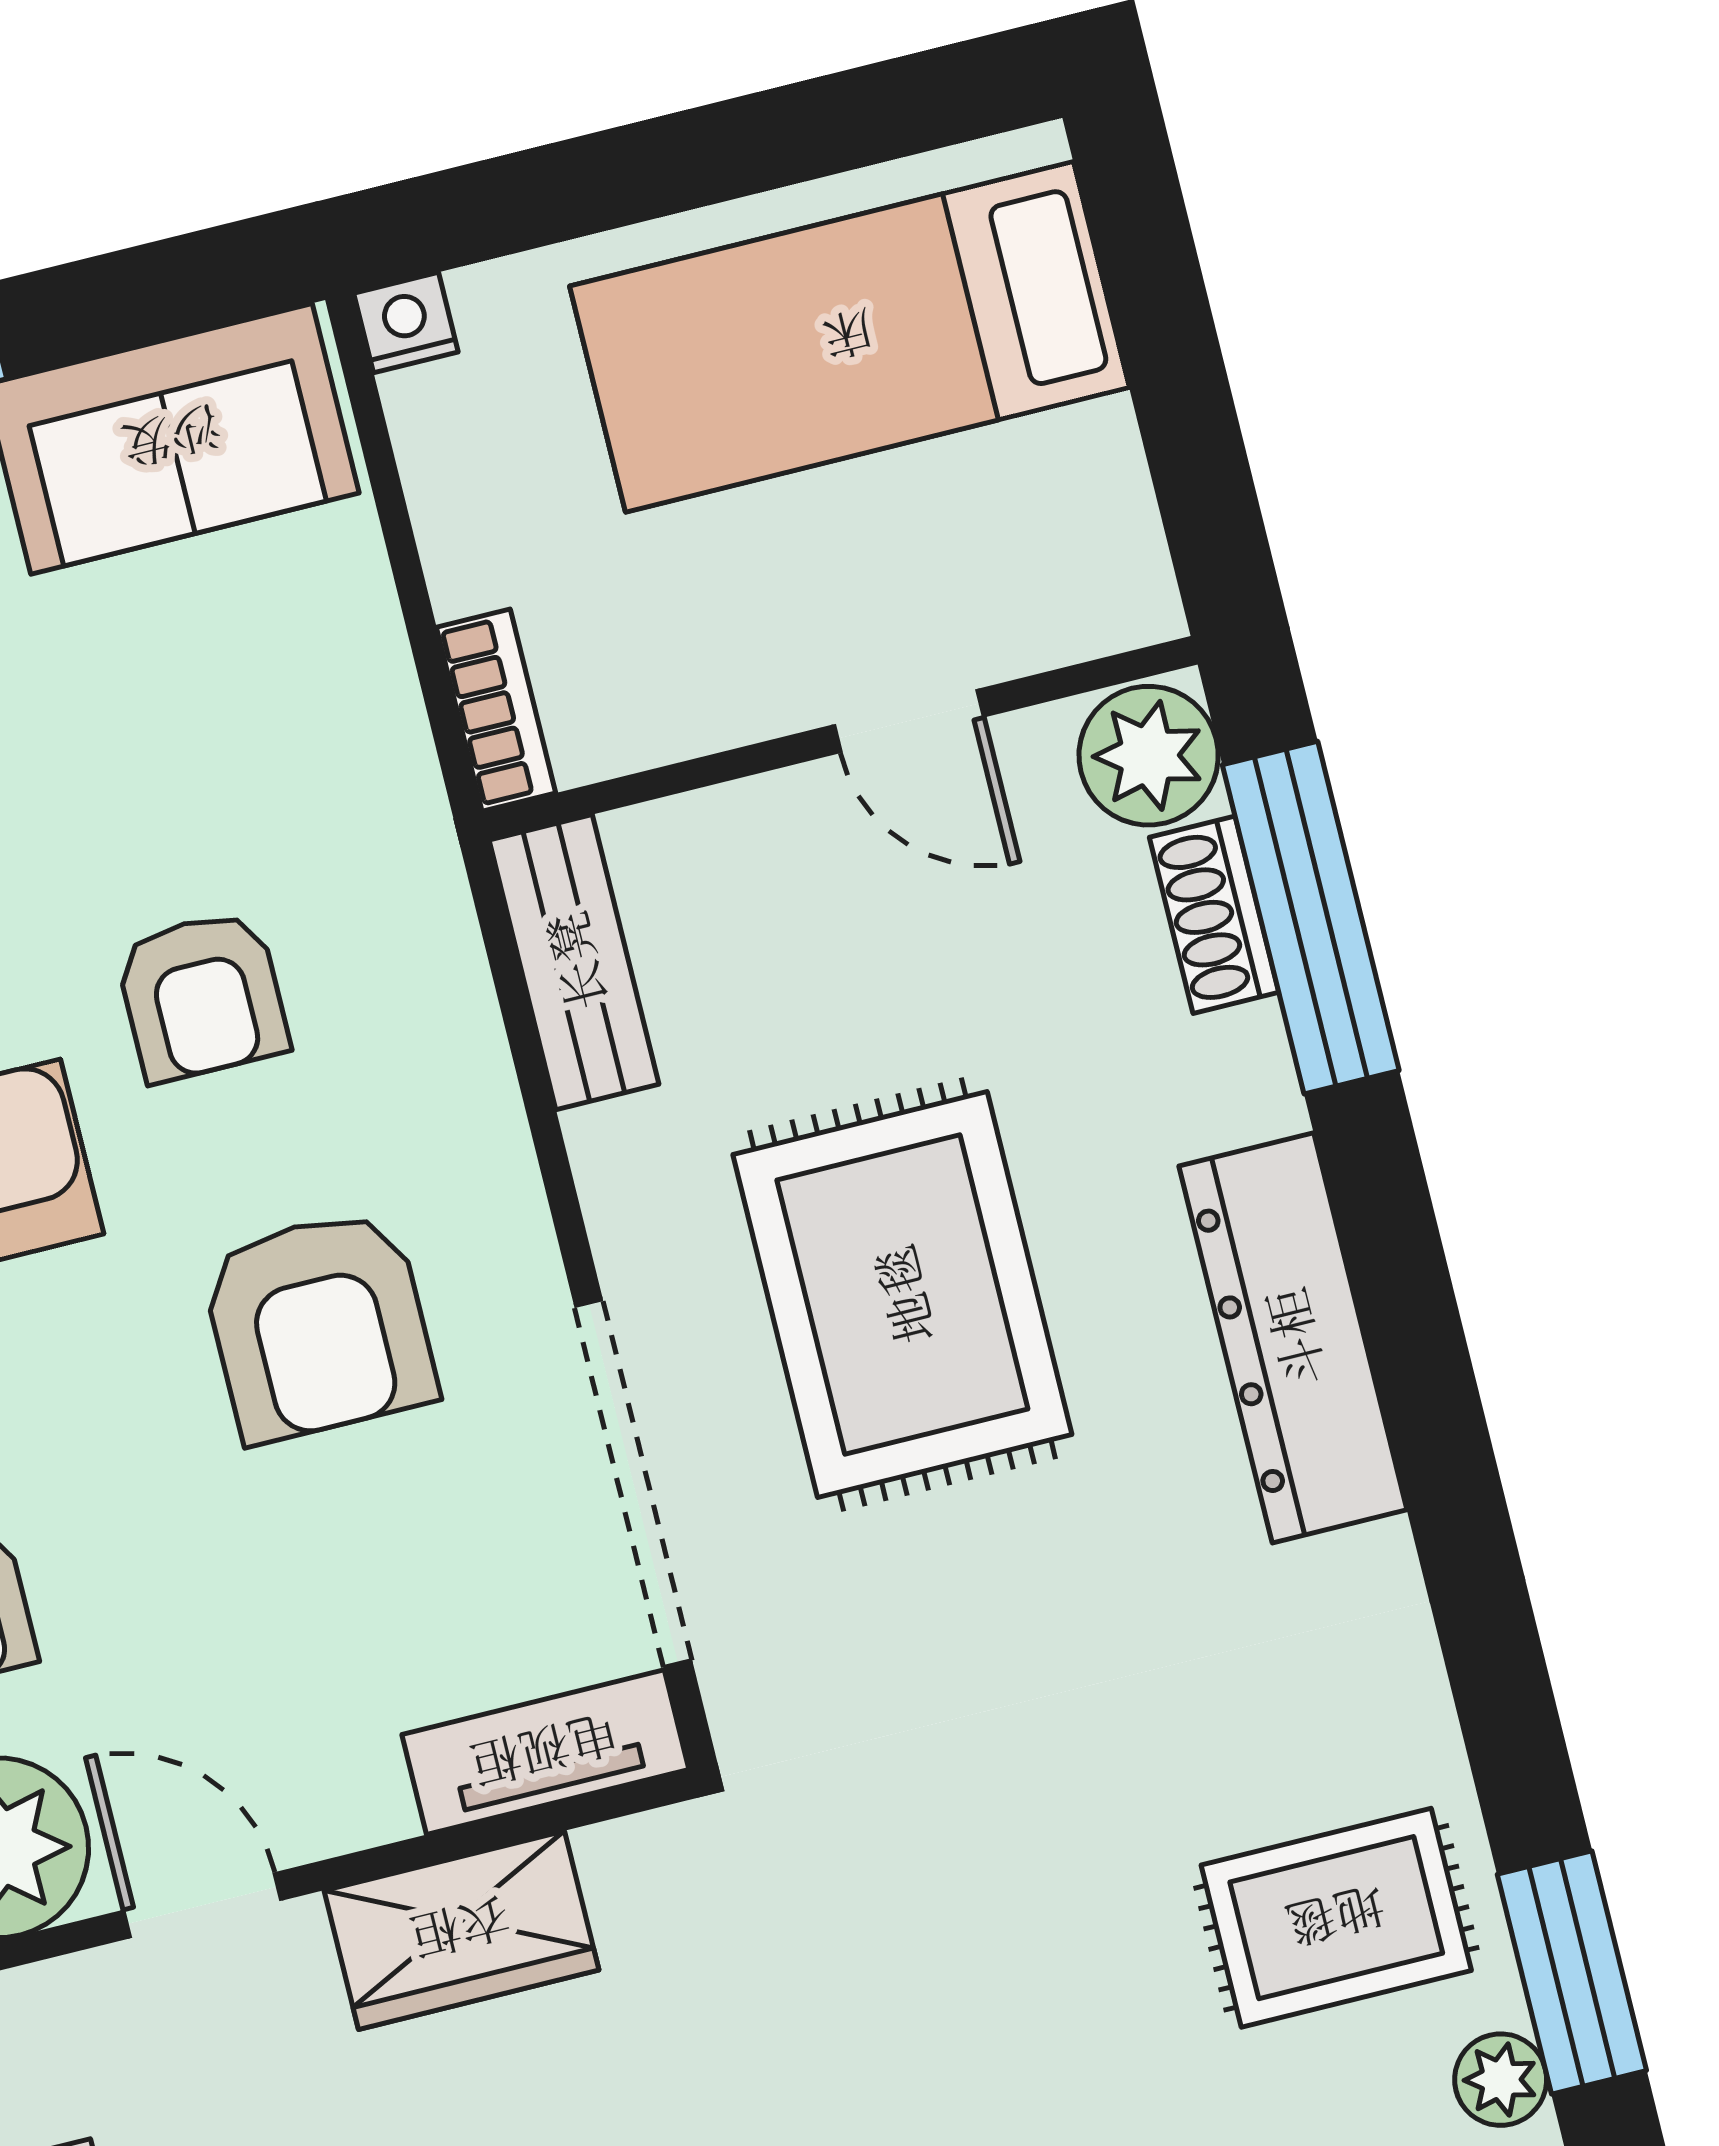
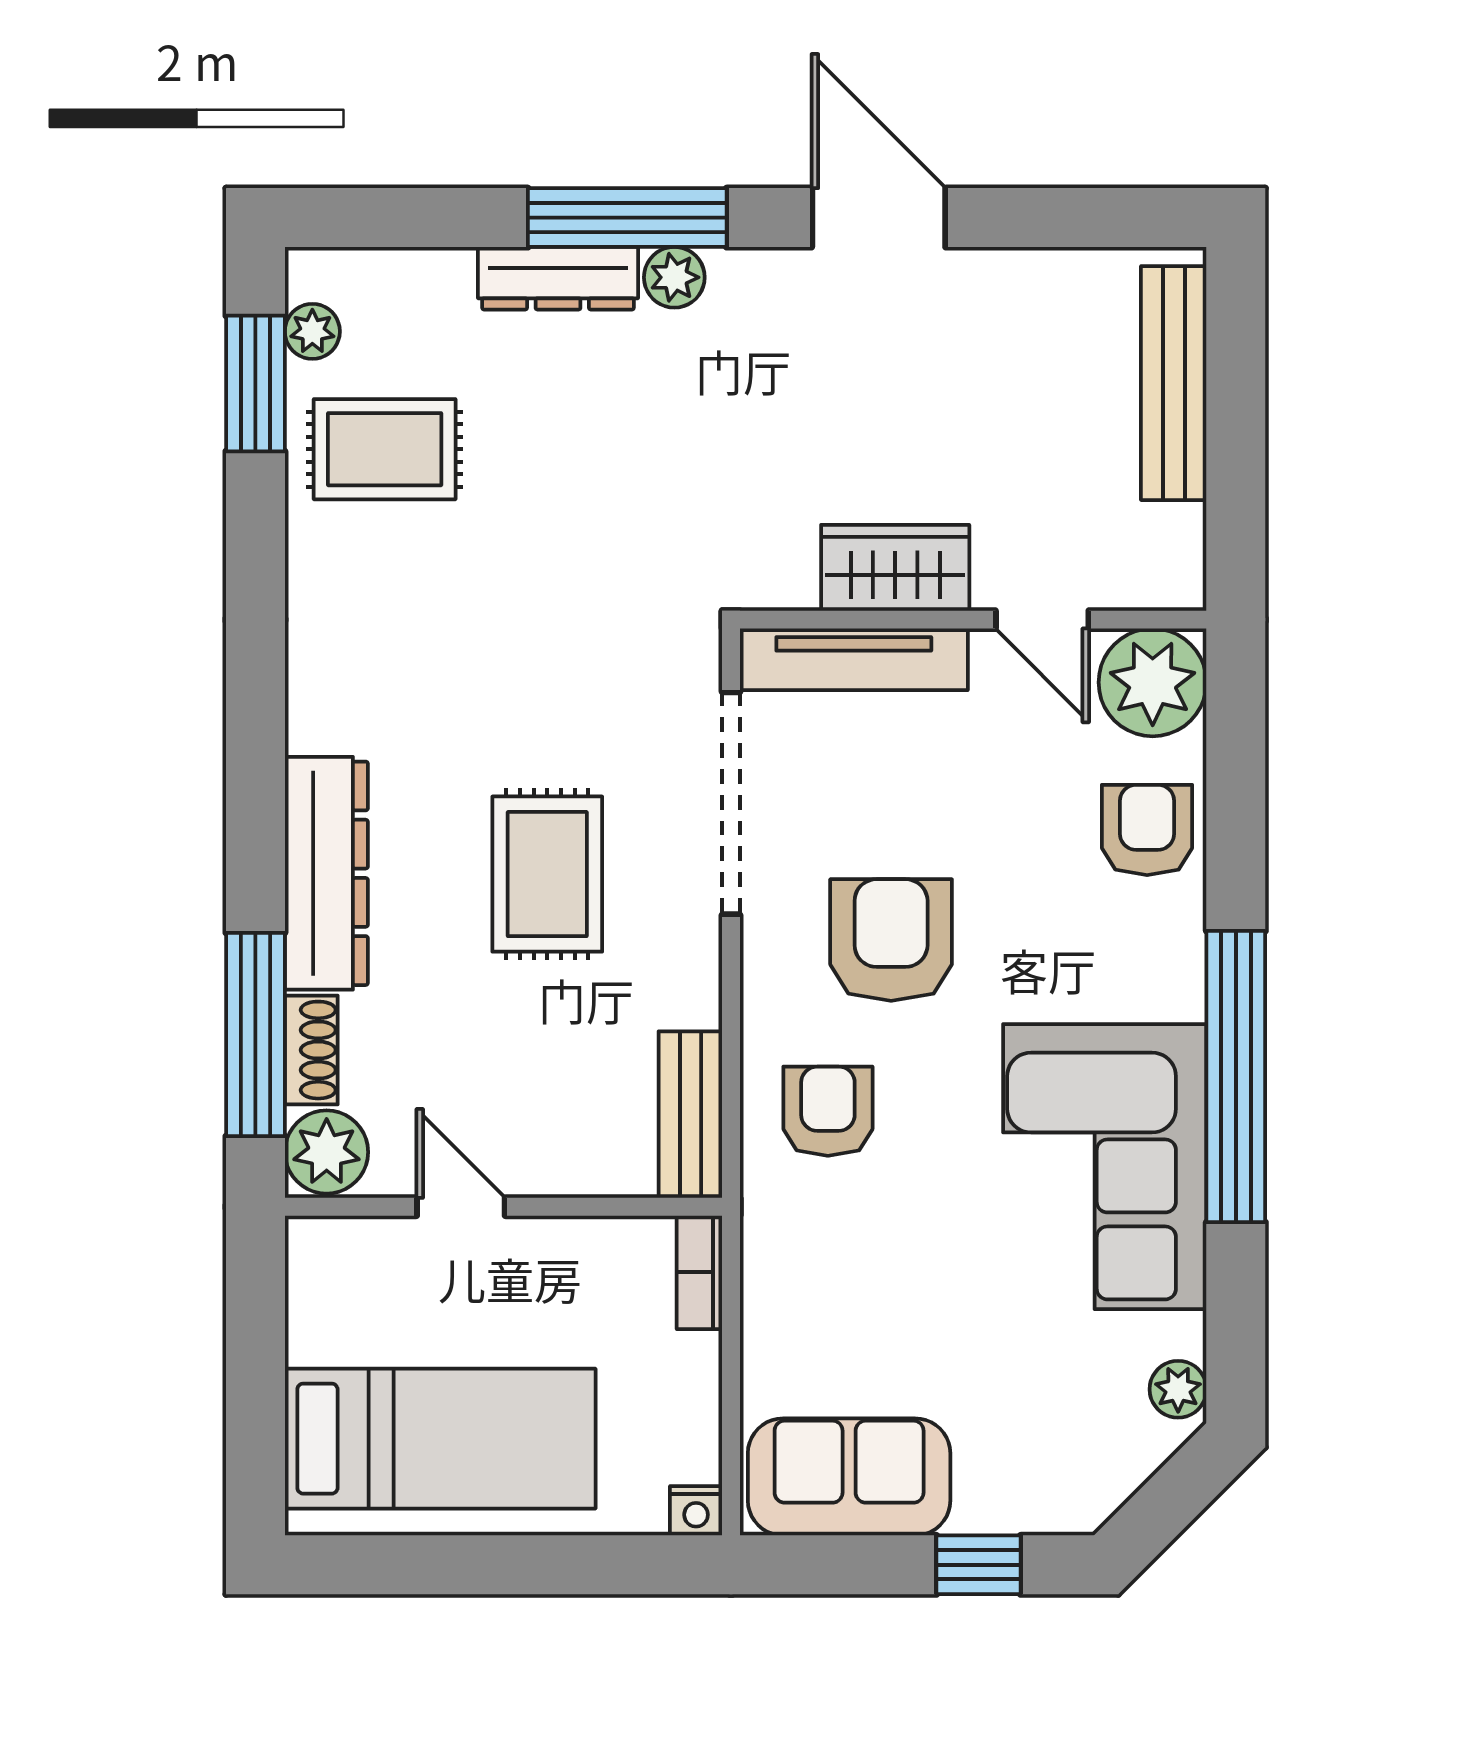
armchair: (202, 996) -> (828, 1111), moved
rug: (902, 1295) -> (547, 874), width x0.73, depth x0.70
dresser: (1293, 1338) -> (326, 873), moved
tv unit: (545, 1752) -> (854, 659), width x1.41

